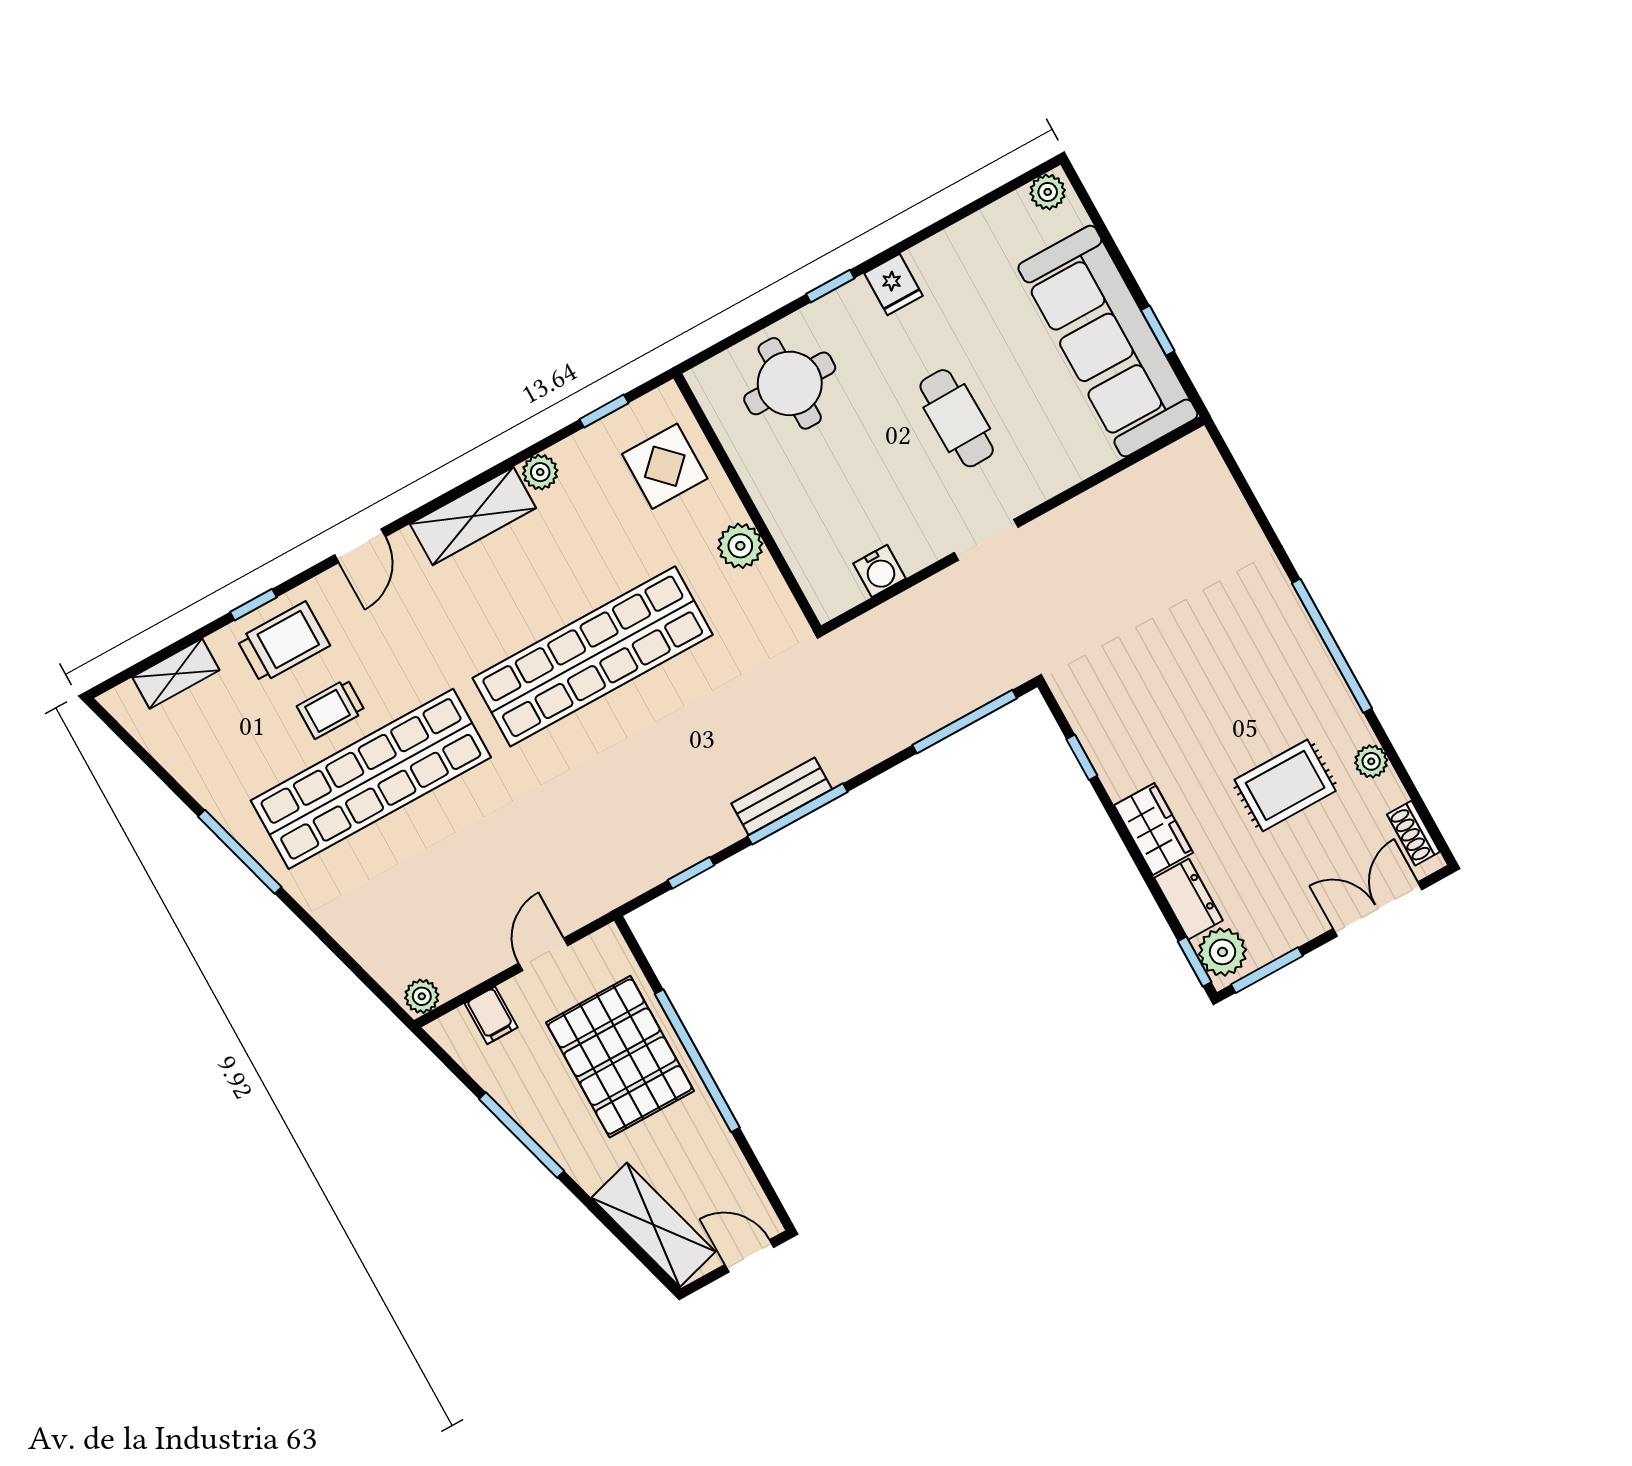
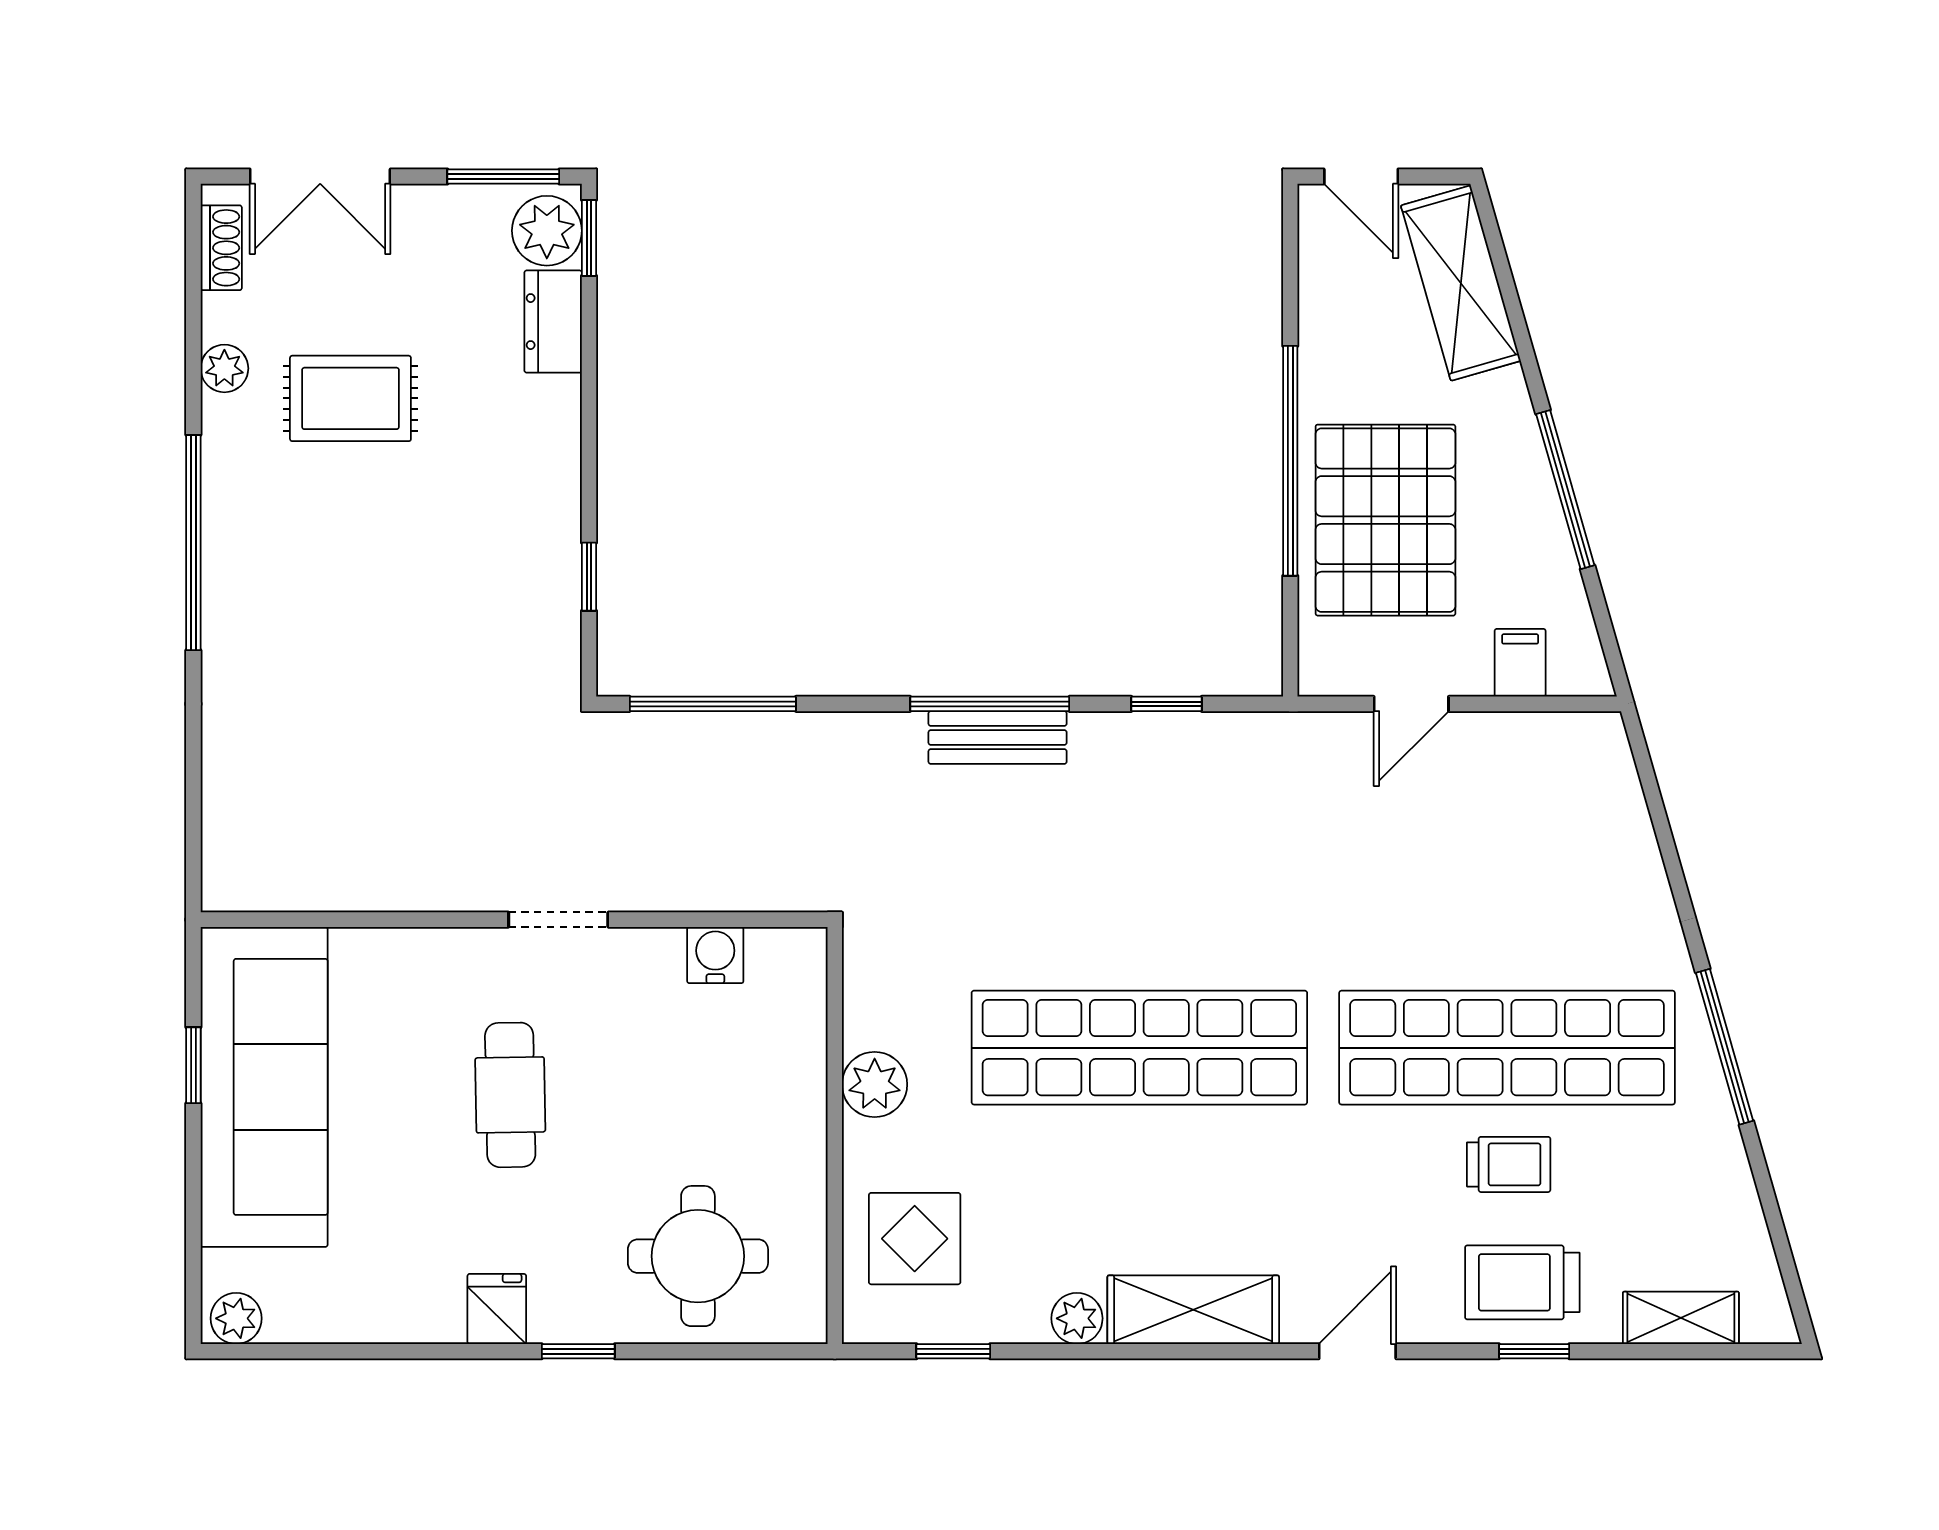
wardrobe: (1154, 829) -> (548, 435), removed
plant: (422, 996) -> (1595, 736), removed

